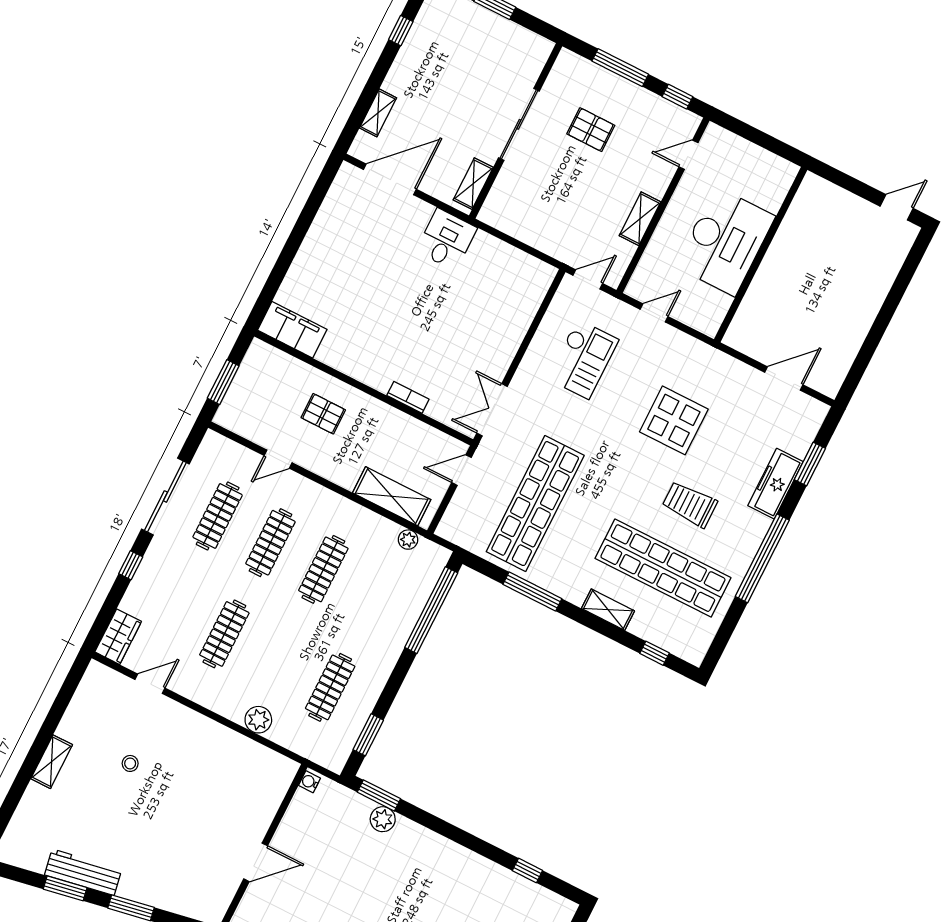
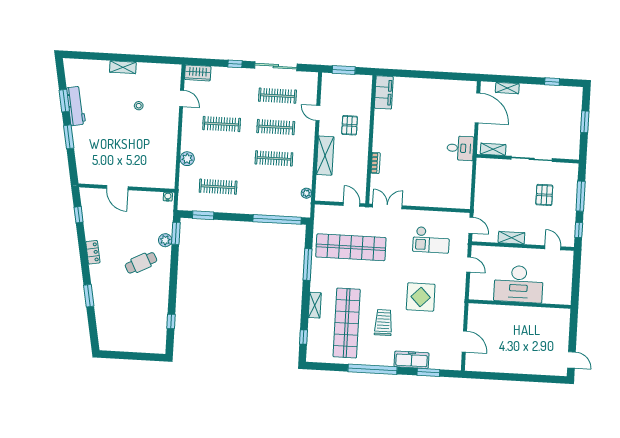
shelving: (392, 496) -> (325, 156), moved
cafe table: (404, 878) -> (141, 263), added

